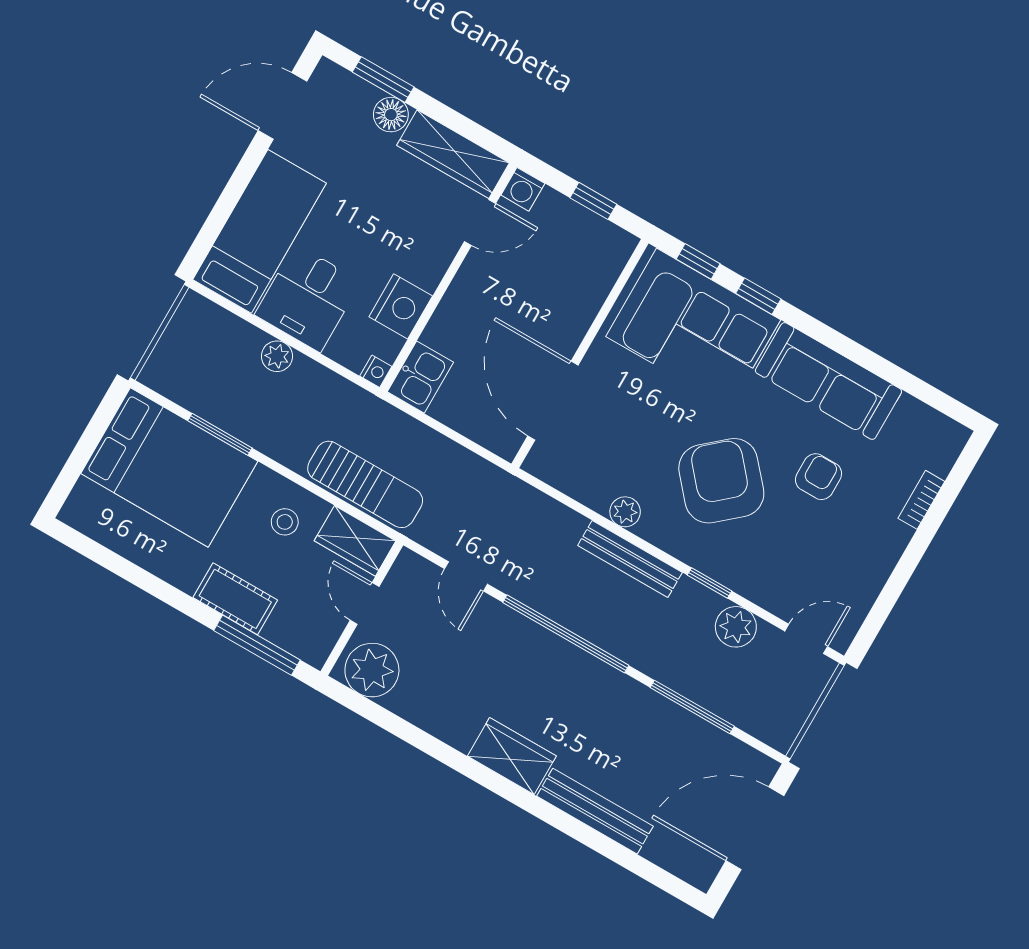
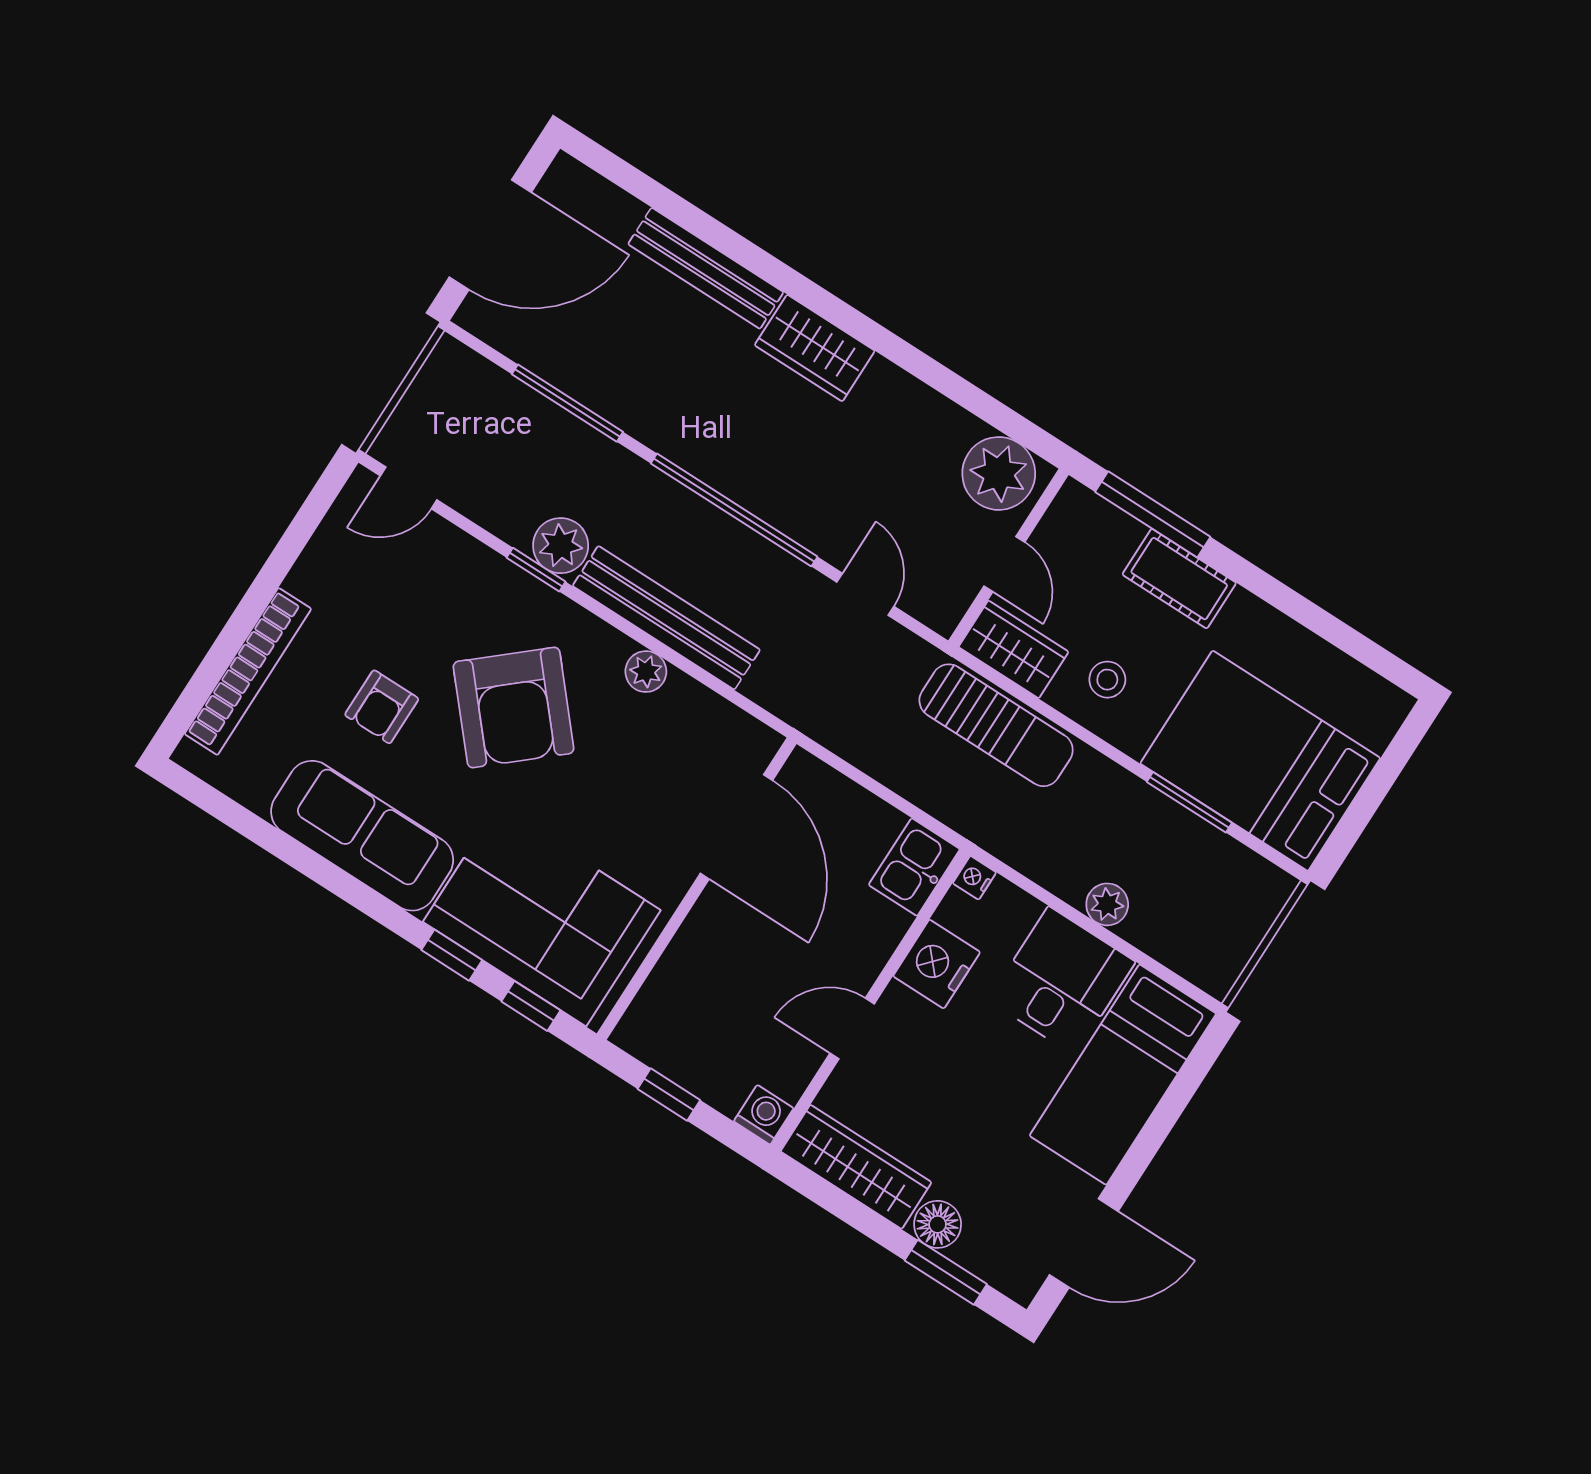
door: (480, 223) -> (852, 1029), moved
sun lounger: (365, 484) -> (996, 725), turned 180
bookcase: (921, 500) -> (248, 671), width x2.31, depth x1.31
bench: (630, 559) -> (666, 618), width x1.37, depth x1.21
plant: (736, 627) -> (561, 546), moved

